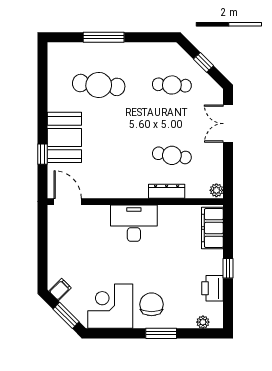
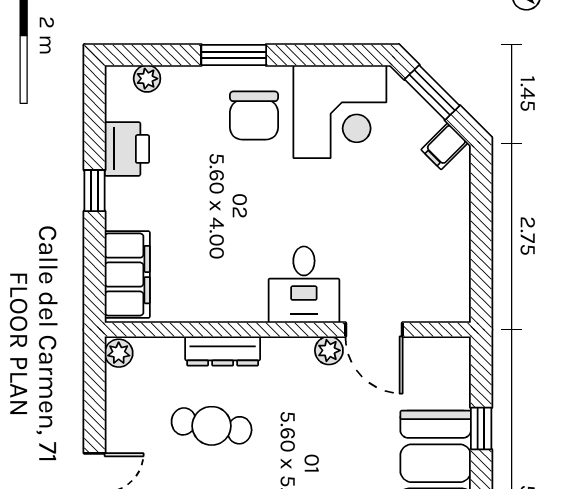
plant: (116, 192) -> (329, 350), added
door: (68, 202) -> (374, 330), moved
desk: (134, 223) -> (304, 285), width x0.73

